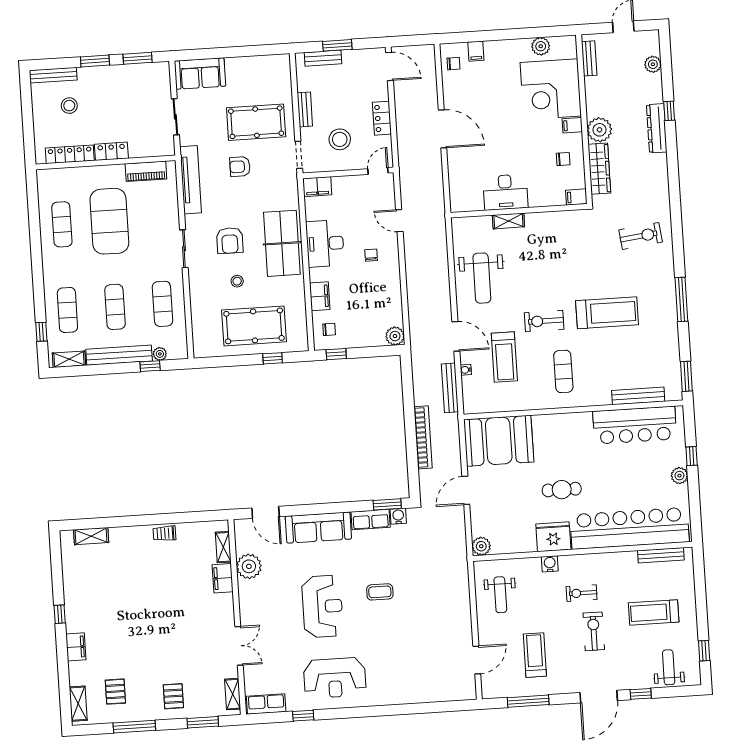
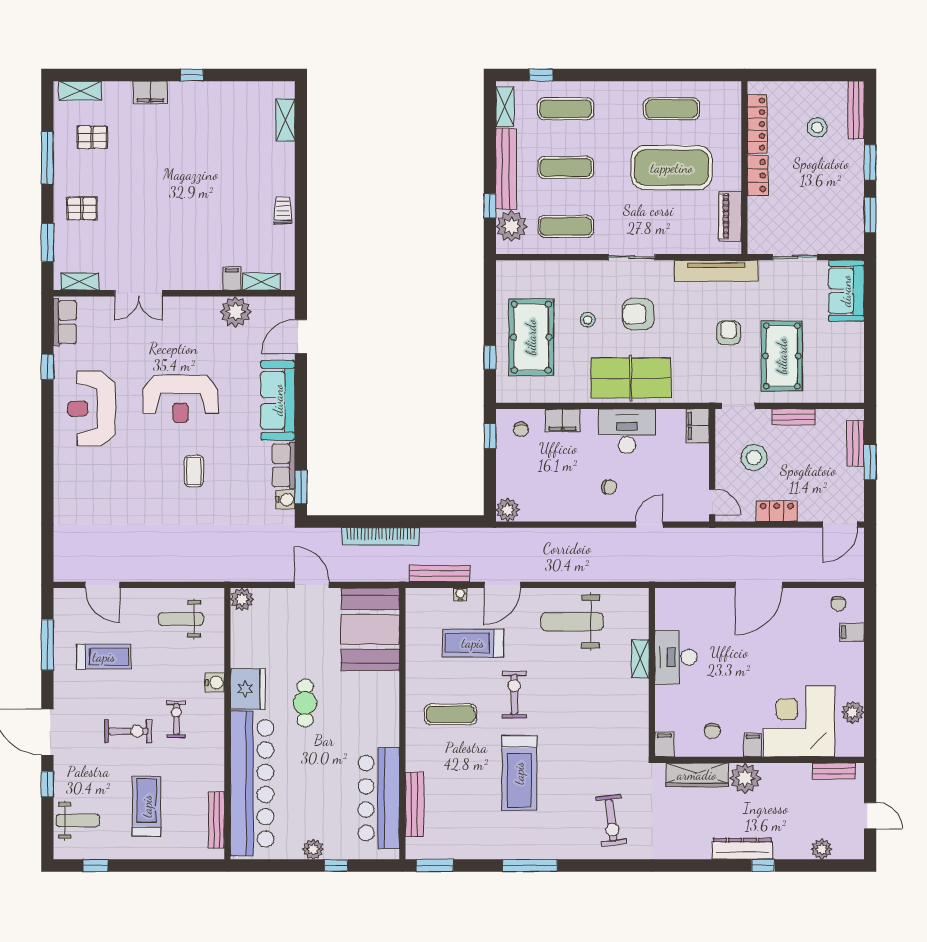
plant: (160, 354) -> (512, 226), width x1.87, depth x1.87
filing cabinet: (223, 578) -> (232, 278), width x0.50

